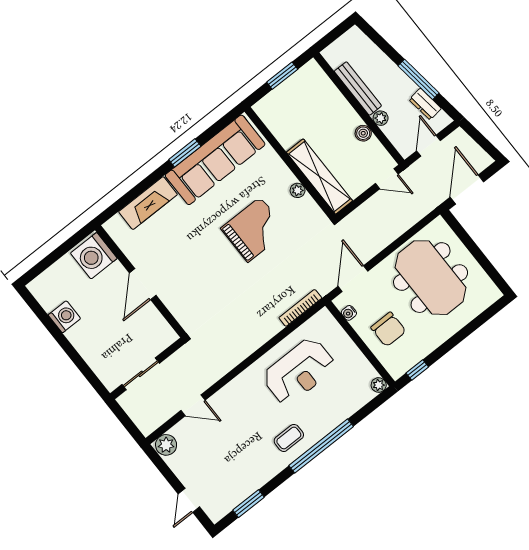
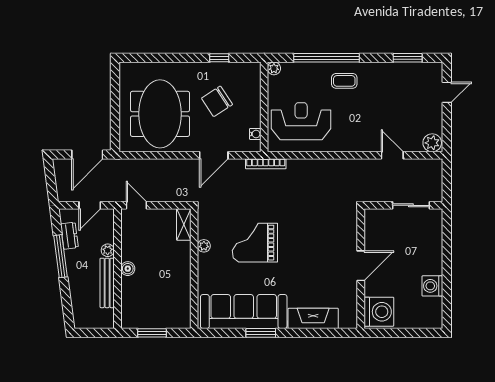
boiler: (363, 133) -> (128, 269), moved
shelving: (319, 177) -> (184, 224), width x0.45, depth x0.75
water cooler: (349, 313) -> (255, 134), moved
chair: (388, 329) -> (217, 101), turned -123
wall: (360, 343) -> (264, 107), moved
plant: (379, 385) -> (274, 68), moved

